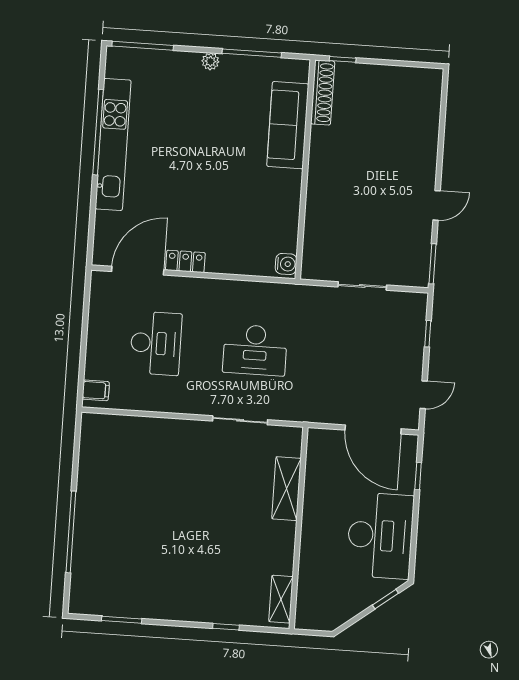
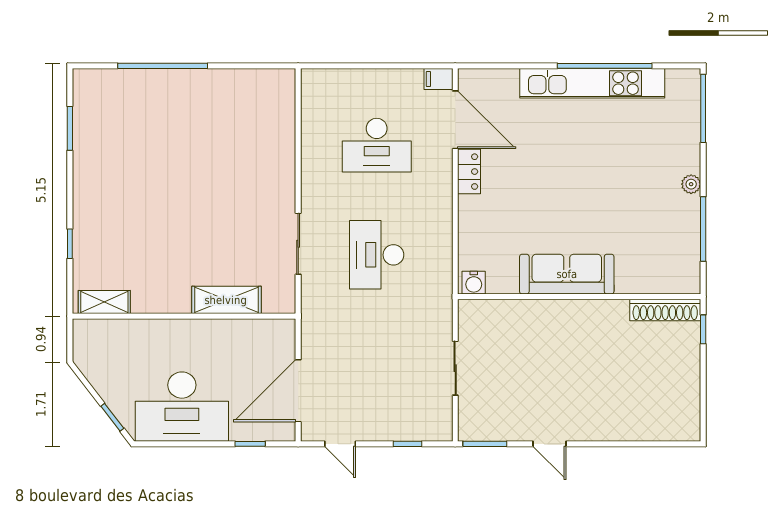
sofa: (288, 125) -> (567, 274), moved
filing cabinet: (96, 390) -> (438, 79), moved, turned 90

